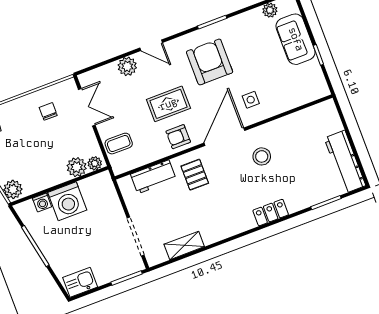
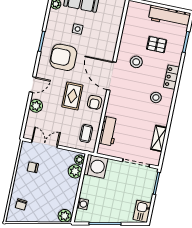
side table: (251, 100) -> (78, 29), moved
coffee table: (119, 144) -> (86, 133), moved
pallet: (195, 175) -> (157, 45), moved
washing machine: (67, 201) -> (96, 166), moved
stool: (233, 209) -> (156, 98), added

